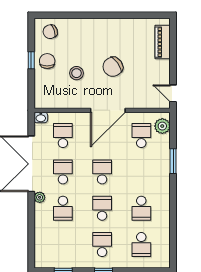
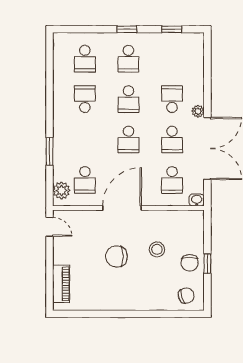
chair: (113, 67) -> (116, 256), turned -145
school desk: (141, 245) -> (85, 59), turned 180

